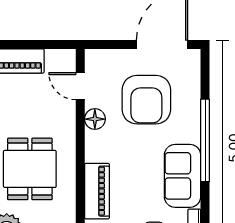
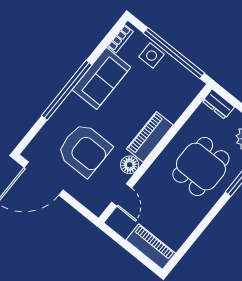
armchair: (146, 100) -> (84, 150), turned 90
piano: (97, 191) -> (150, 137), moved

